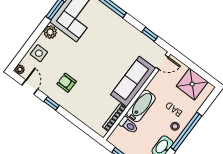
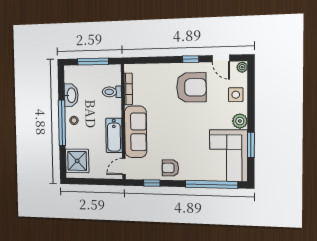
armchair: (127, 35) -> (170, 168), added
armchair: (67, 83) -> (191, 87), width x1.88, depth x1.88
shower: (192, 84) -> (77, 161), moved
bathtub: (141, 106) -> (114, 135), moved

